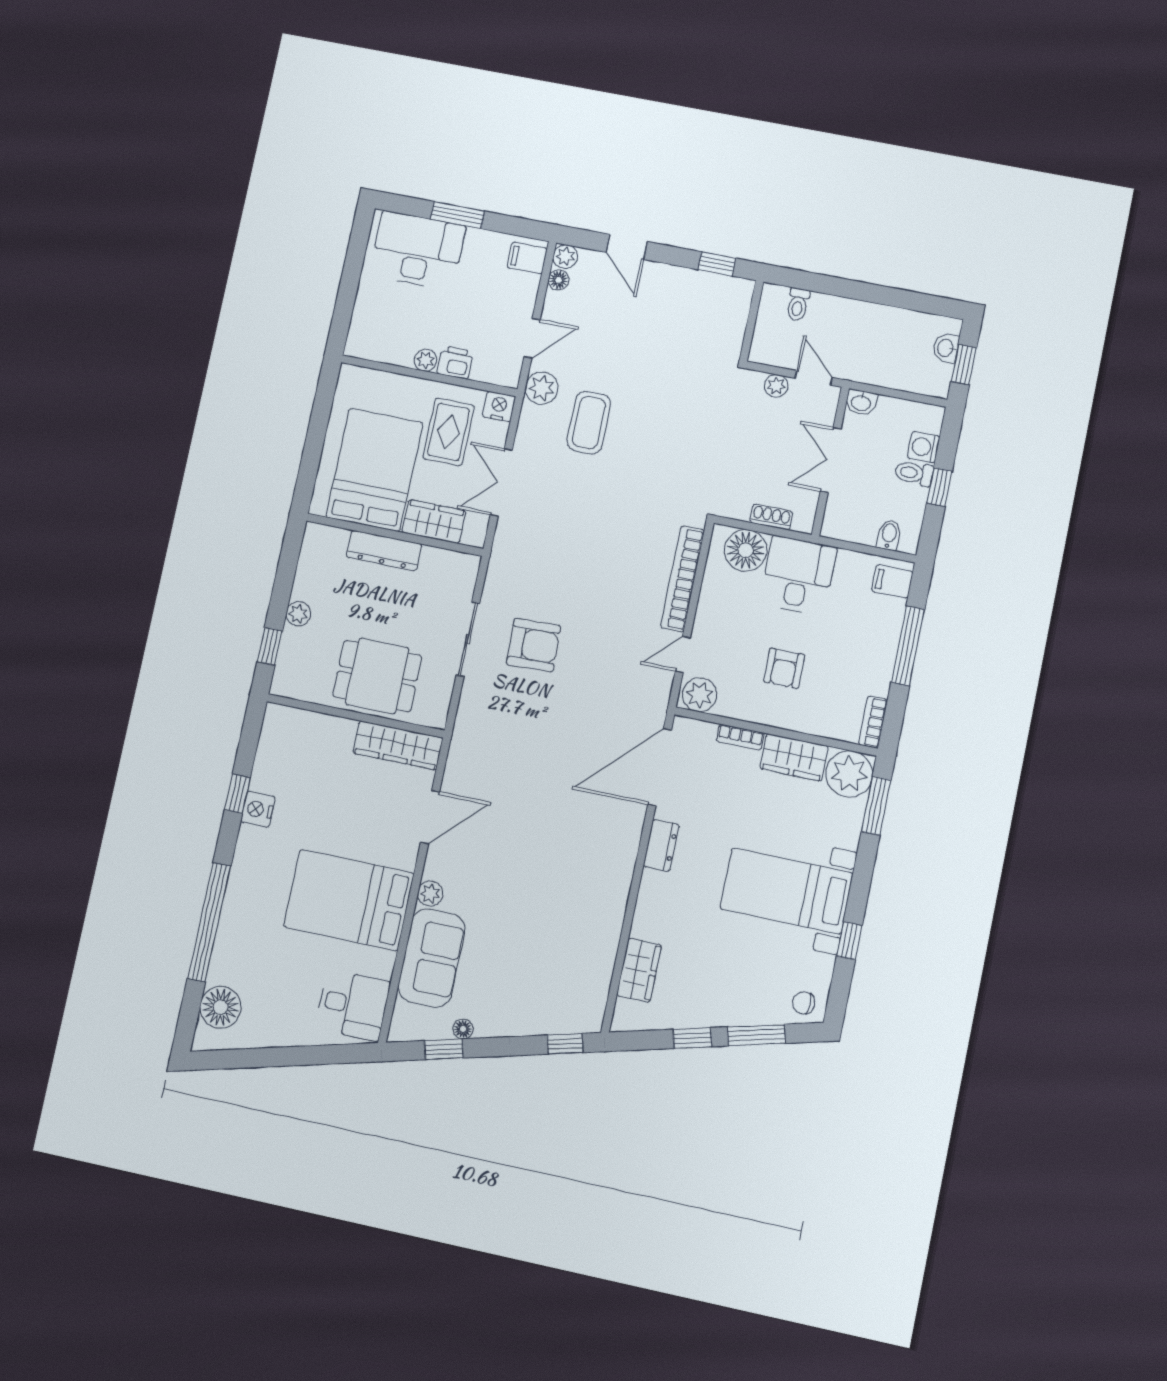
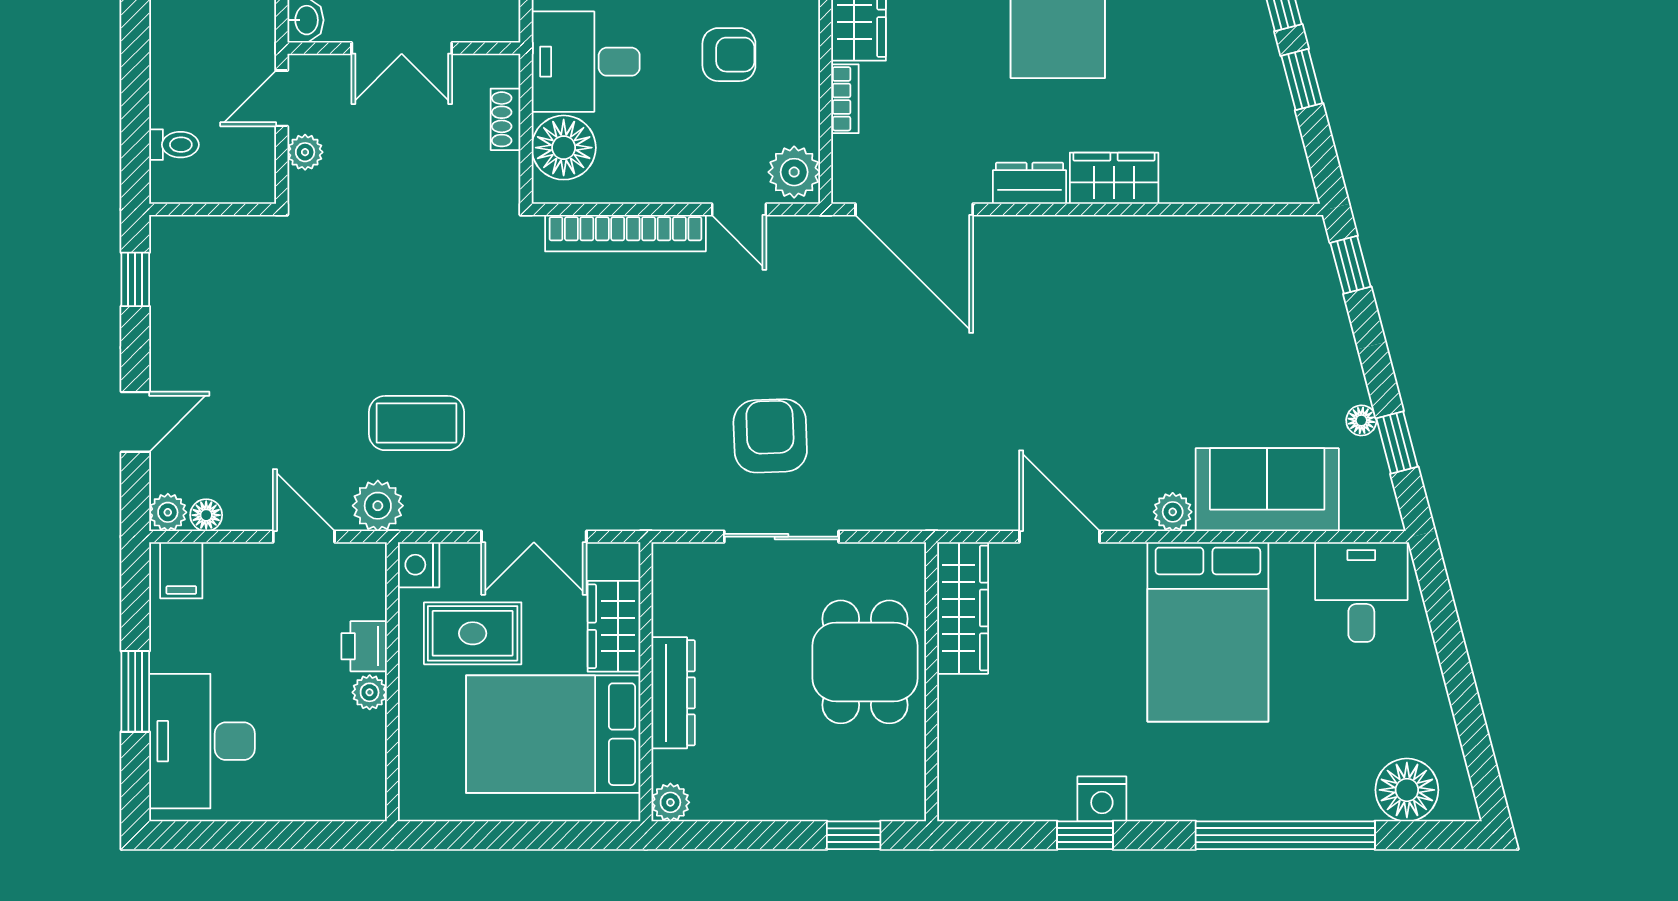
plant: (298, 614) -> (670, 802), moved
wardrobe: (639, 970) -> (1114, 178), moved

